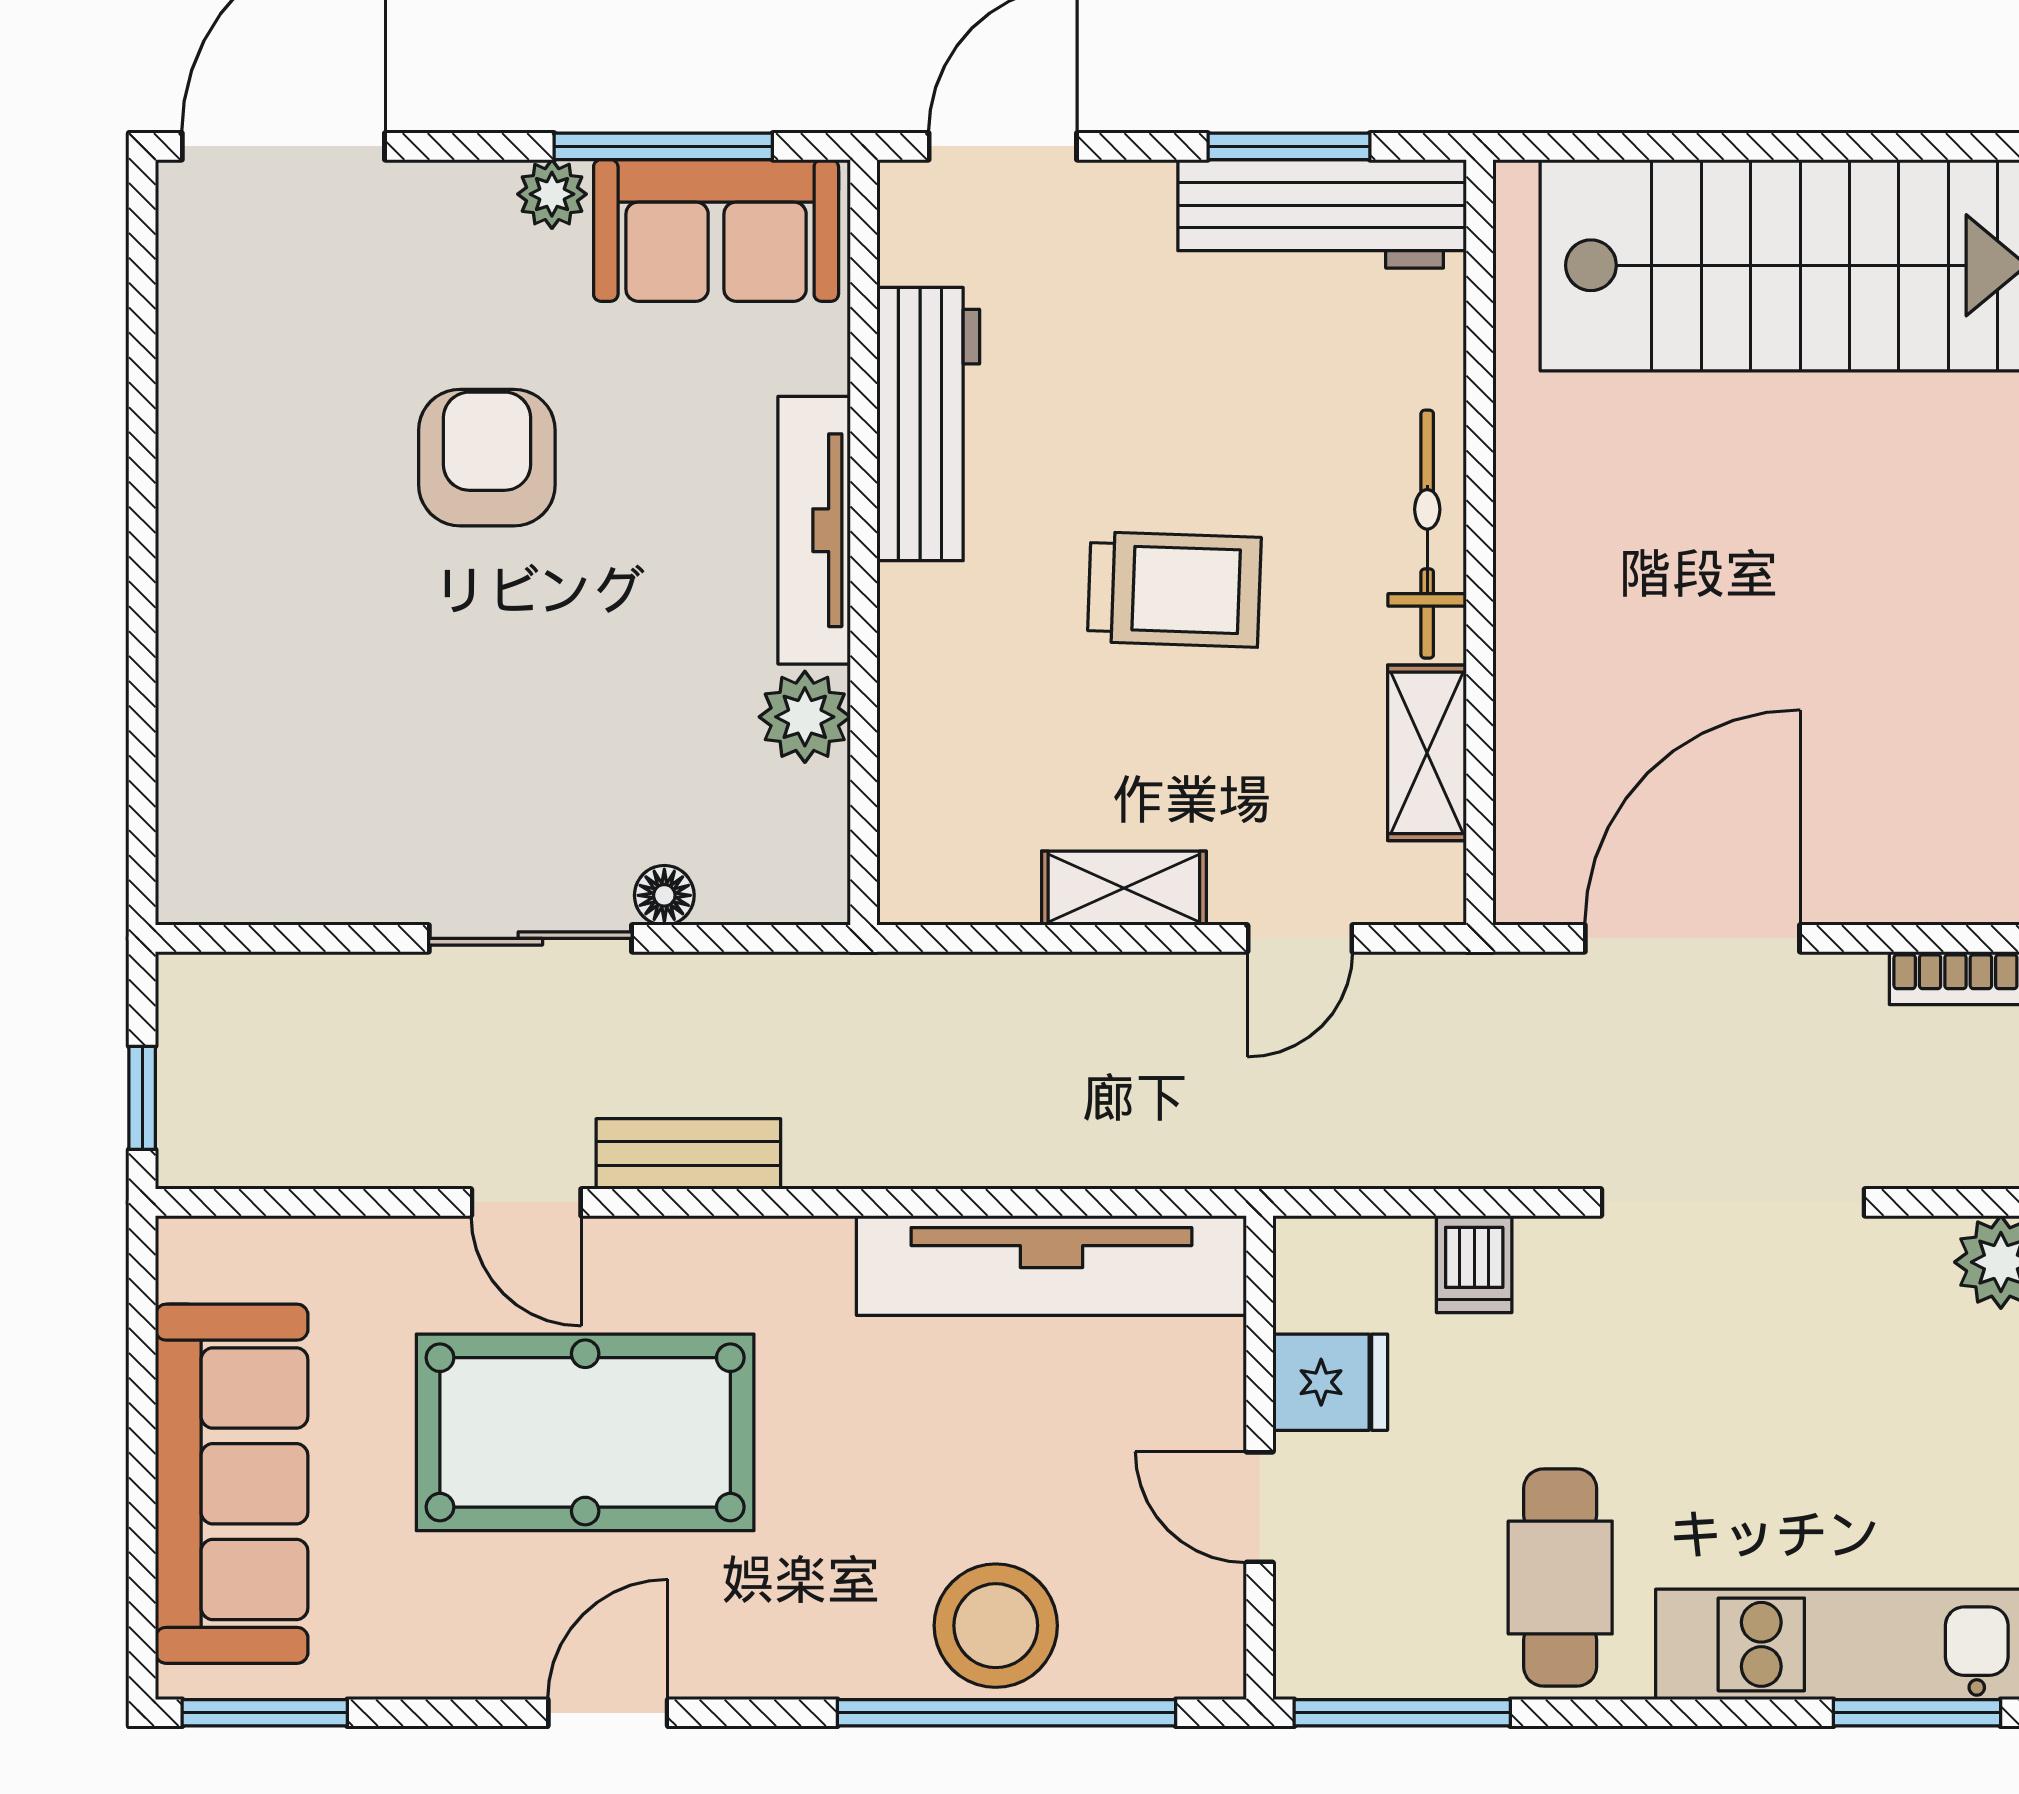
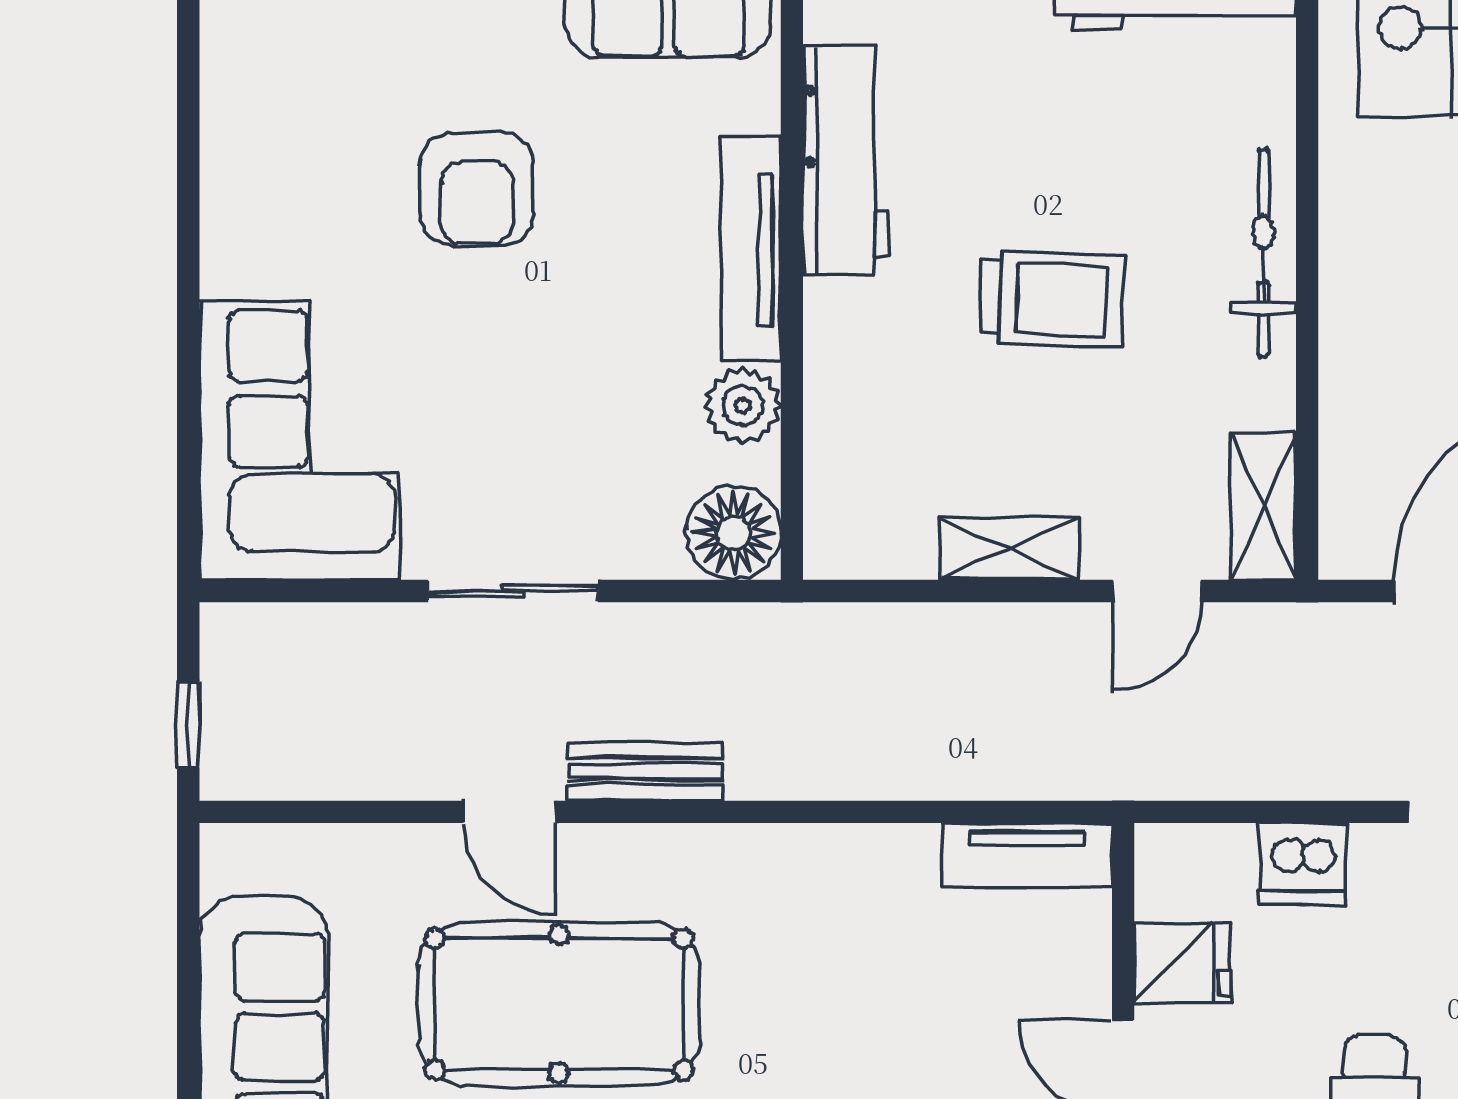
armchair: (487, 458) -> (477, 189), turned 180
shelving: (1427, 753) -> (1263, 507), moved
corner sofa: (274, 758) -> (299, 440), added
floor lamp: (664, 895) -> (734, 533), moved, width x1.89, depth x1.89
dishwasher: (1474, 1264) -> (1302, 863), width x1.38
tv unit: (1051, 1266) -> (1027, 855), width x0.52, depth x0.78

